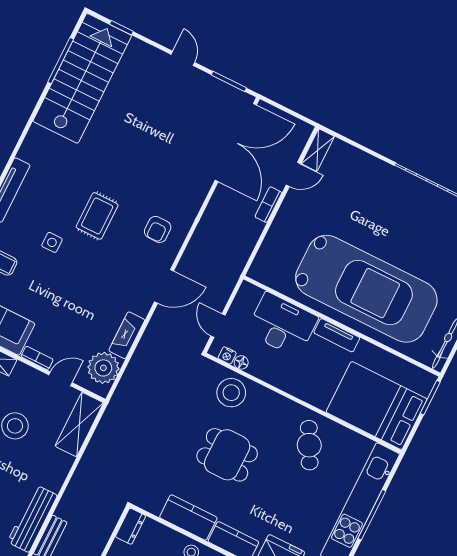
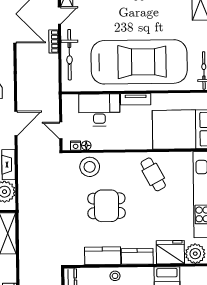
bicycle: (280, 233) -> (69, 55), added

